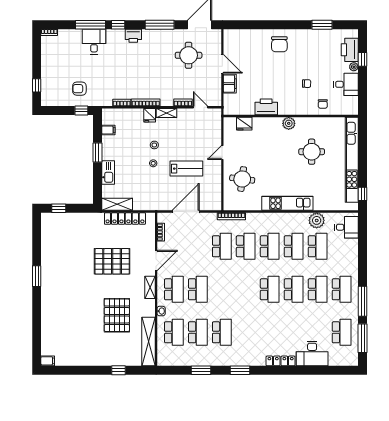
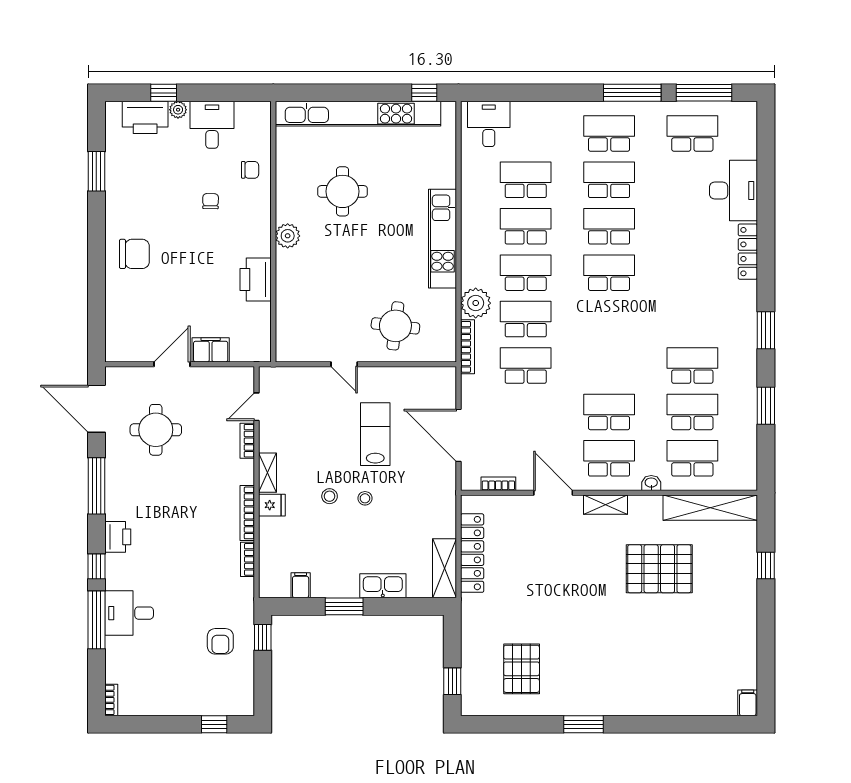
fridge: (244, 124) -> (288, 322), removed
plant: (317, 220) -> (476, 303), moved
pallet: (112, 261) -> (522, 669), moved, width x0.73, depth x0.71

